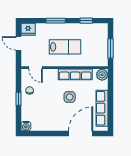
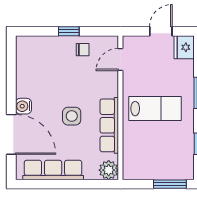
lab bench: (65, 47) -> (155, 109), turned -90
window: (111, 48) -> (170, 184), moved
water cooler: (26, 126) -> (23, 106), moved

